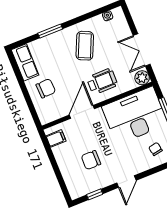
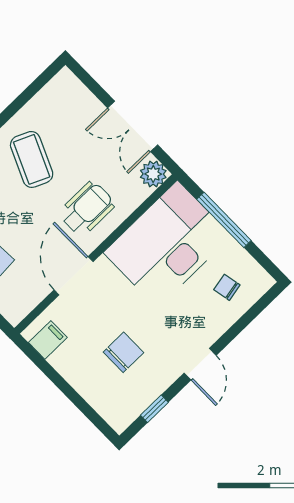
water cooler: (108, 16) -> (50, 92), removed
chair: (91, 160) -> (123, 352), turned 180

